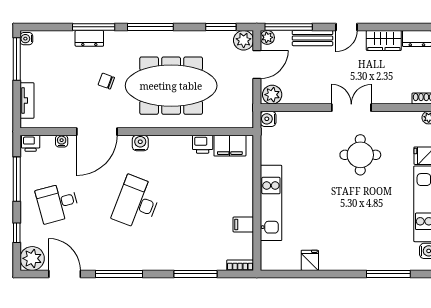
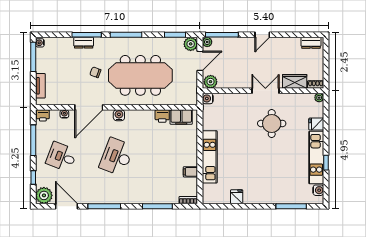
bench: (313, 38) -> (239, 42), removed
wardrobe: (384, 40) -> (295, 81), moved, turned 180
desk: (57, 203) -> (61, 157), turned 36

